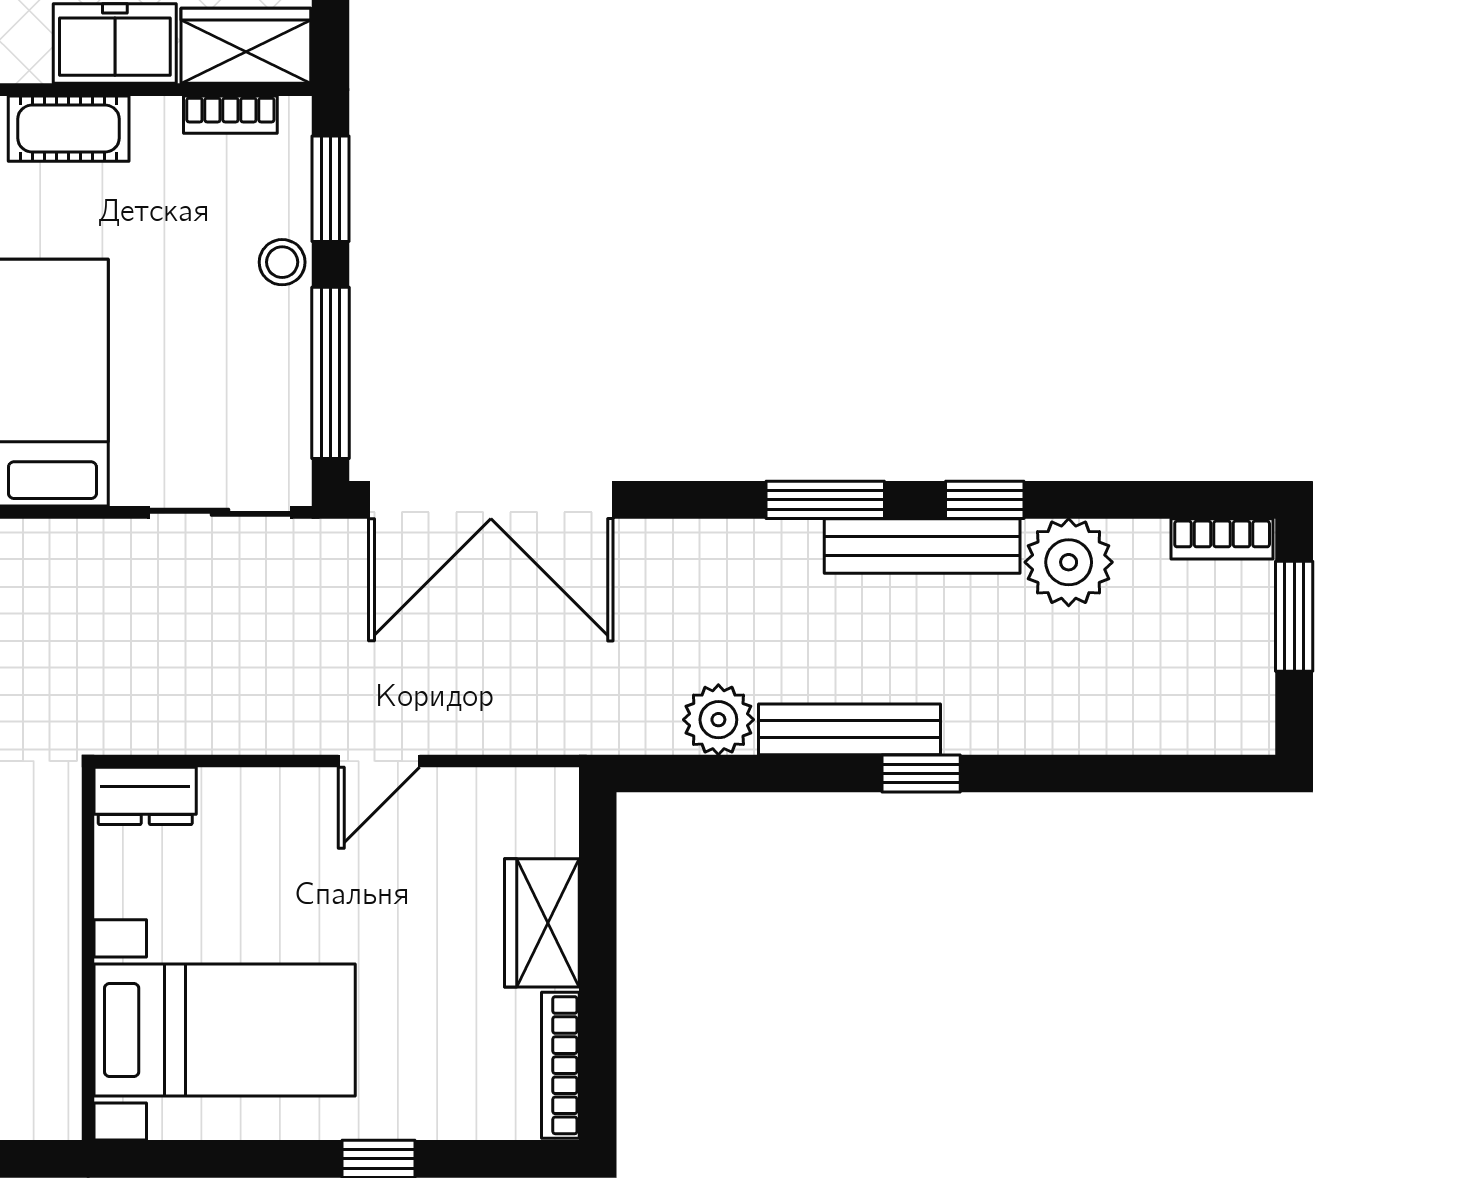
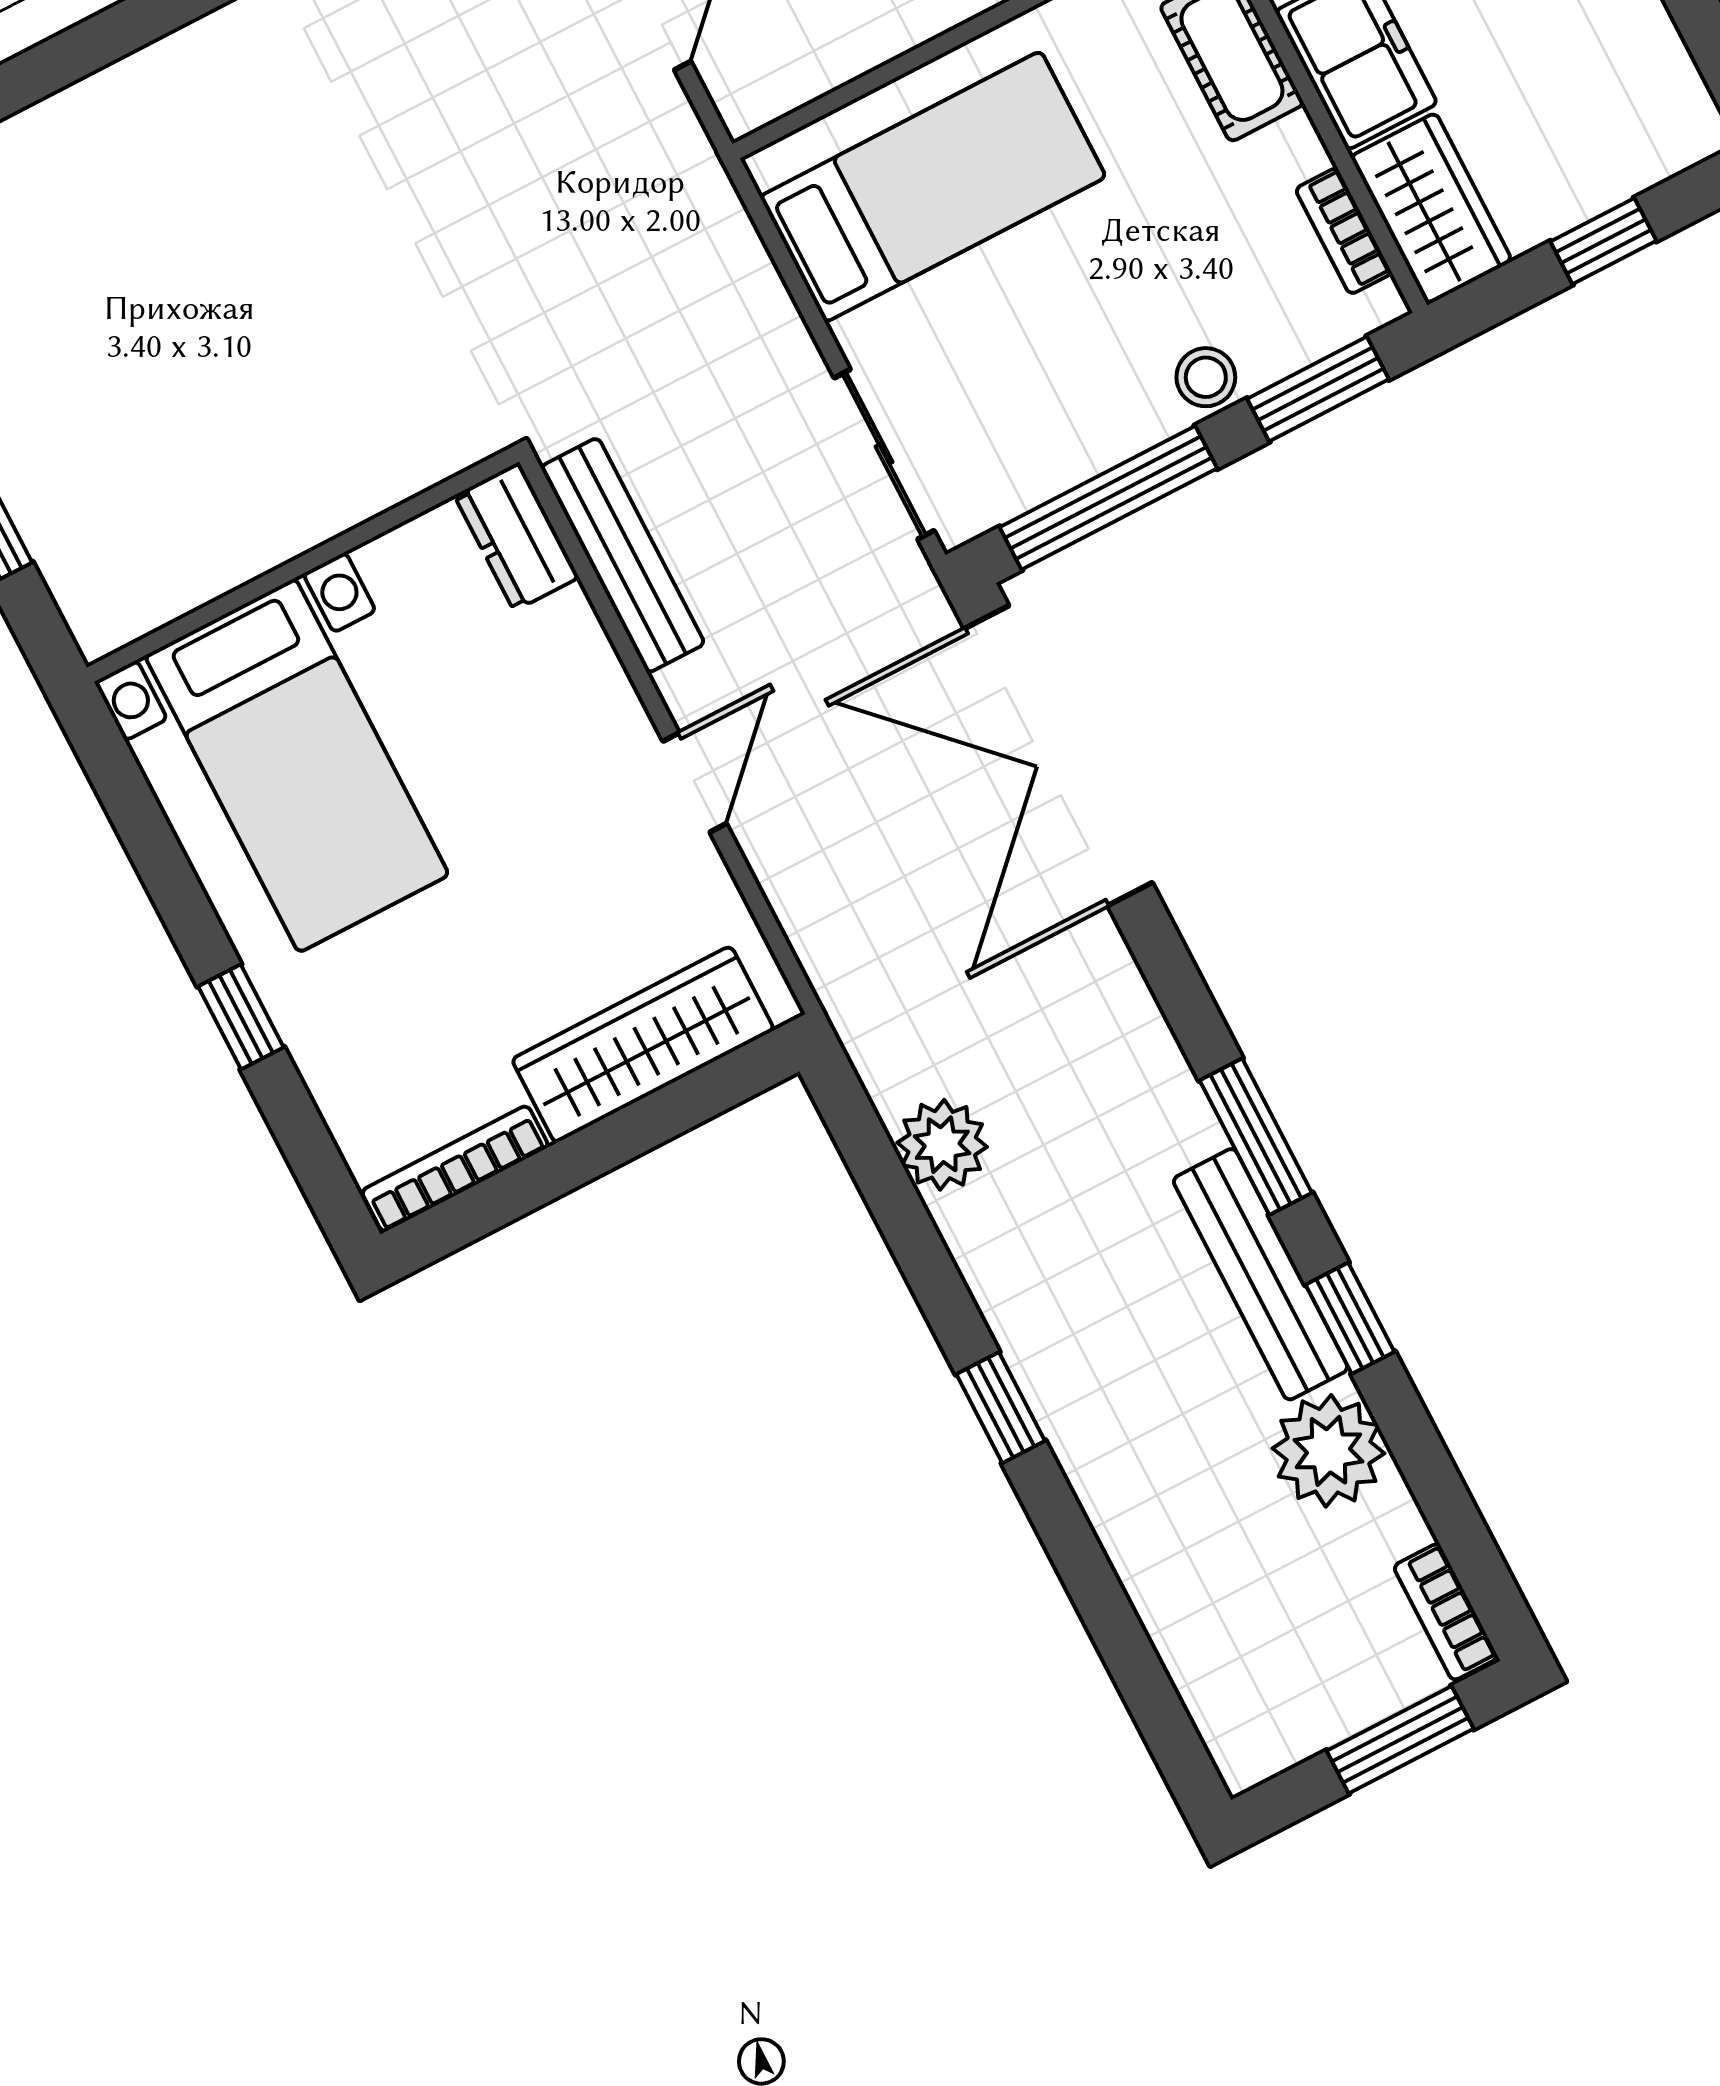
bench: (849, 729) -> (623, 555), moved
door: (379, 761) -> (695, 782), swing flipped
wardrobe: (542, 923) -> (643, 1045), width x1.50

